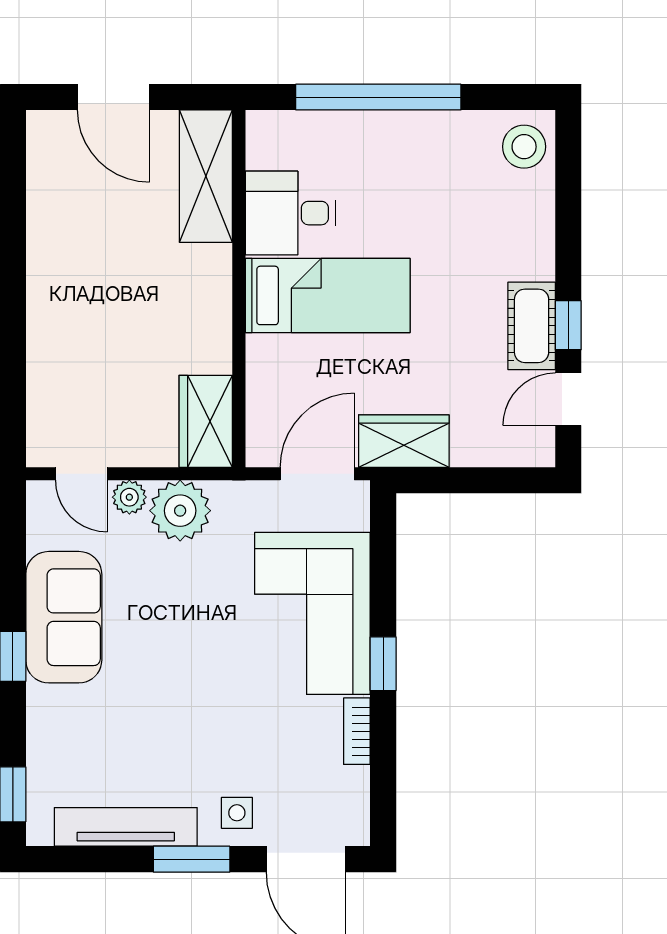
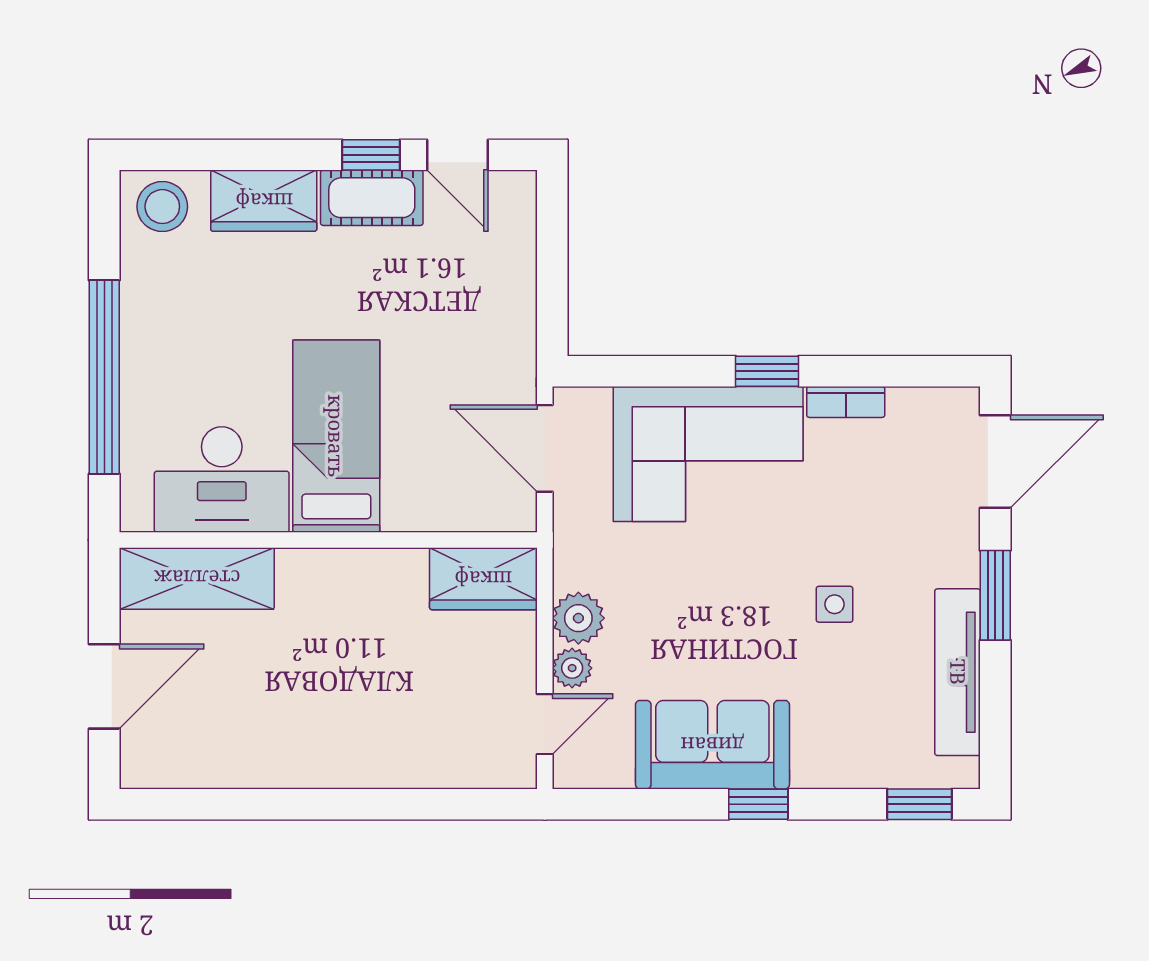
desk: (291, 213) -> (222, 480), width x1.37
wardrobe: (404, 441) -> (264, 201), moved, turned -90
plant: (180, 511) -> (578, 618), width x0.73, depth x0.73
side table: (237, 813) -> (834, 604), moved

